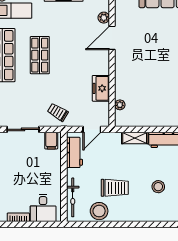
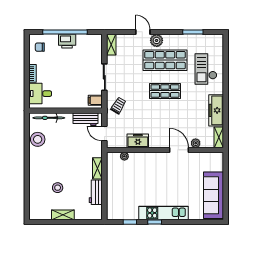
trolley: (115, 188) -> (57, 152), removed

